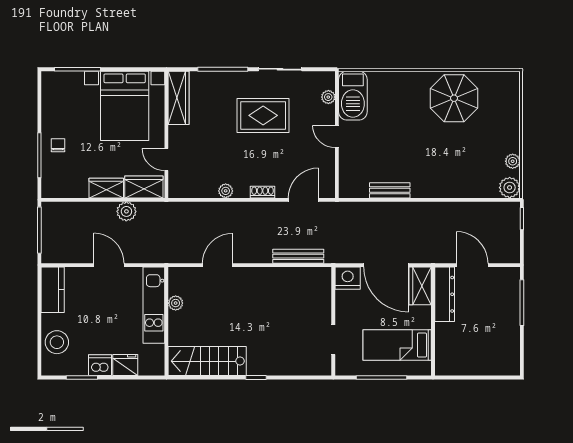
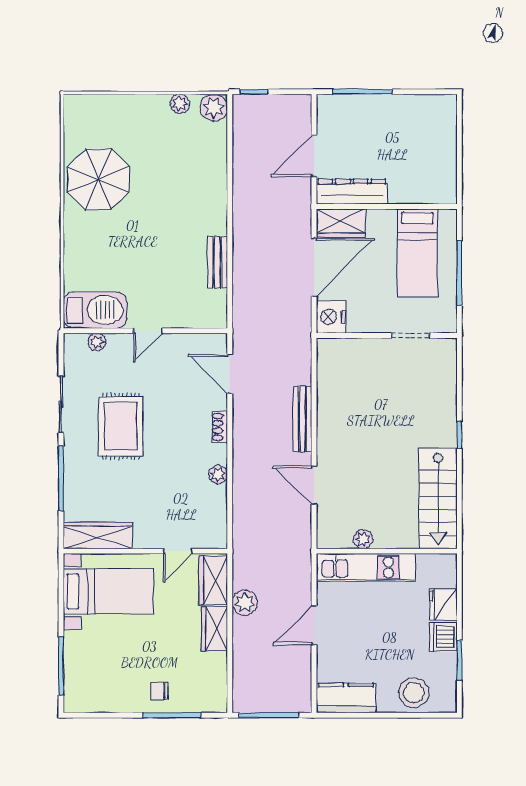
bed with nightstands: (125, 106) -> (108, 591), width x0.73
bench: (298, 256) -> (302, 419), moved

